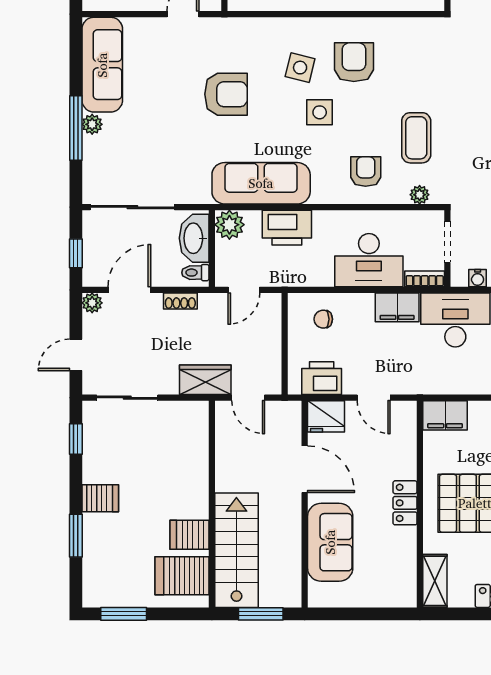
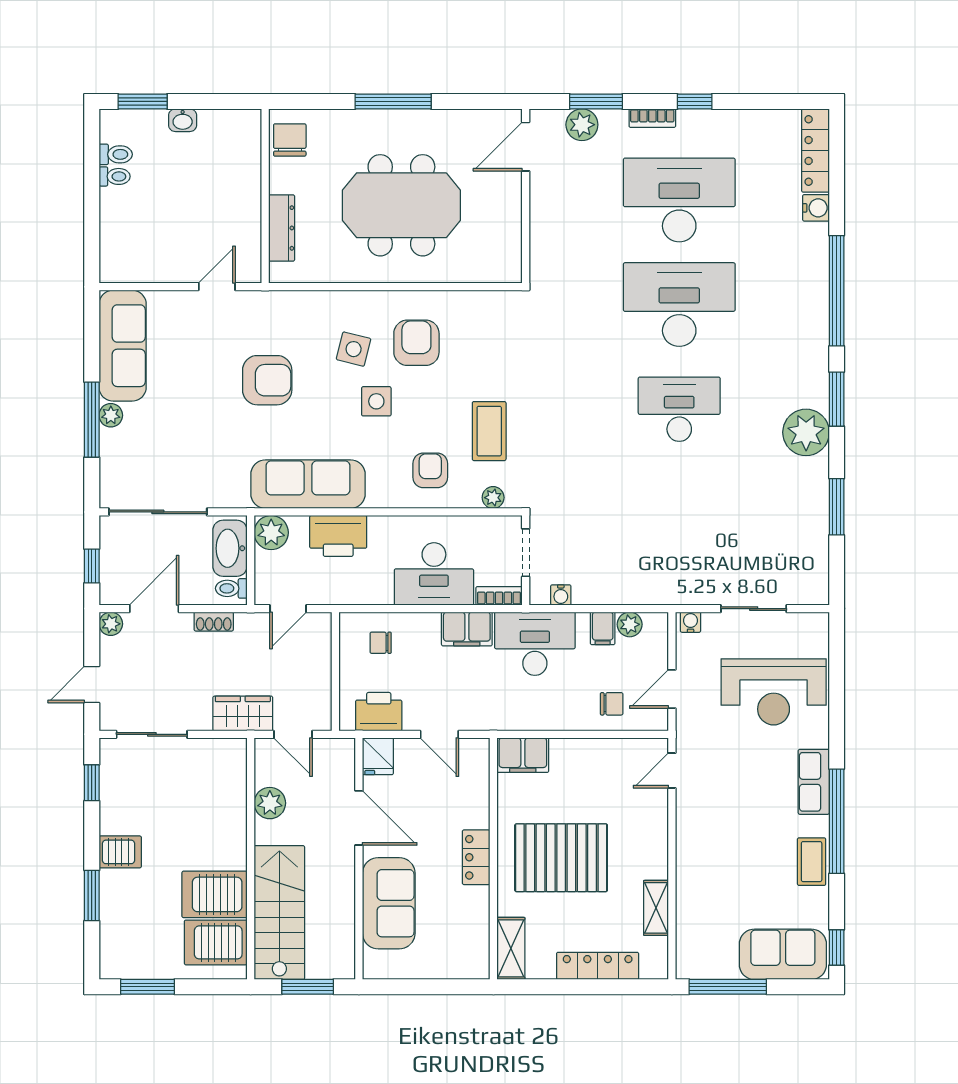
fridge: (326, 416) -> (378, 756), width x0.72
plant: (228, 456) -> (270, 803), added
server rack: (189, 535) -> (215, 894), width x1.36, depth x1.44

